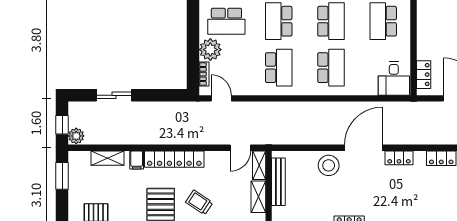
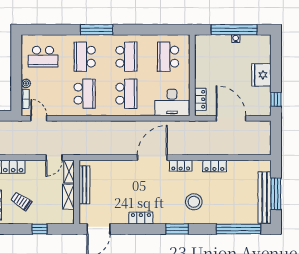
plant: (210, 50) -> (26, 83), width x0.53, depth x0.53
desk: (394, 79) -> (172, 102), width x1.37
stool: (329, 165) -> (194, 202), moved

